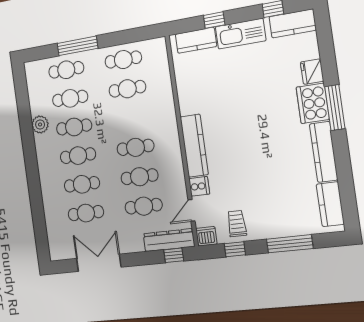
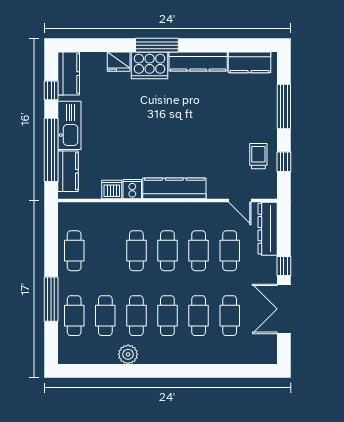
window: (214, 20) -> (51, 150), width x3.17
cafe table: (127, 89) -> (136, 251), moved
cooker: (199, 186) -> (132, 189), moved
trolley: (237, 224) -> (258, 156), turned 90
dishwasher: (206, 236) -> (112, 189), moved, turned 90
window: (174, 255) -> (284, 266), moved

